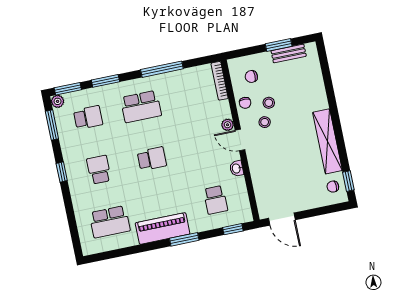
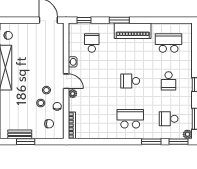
window: (162, 69) -> (110, 142), removed

